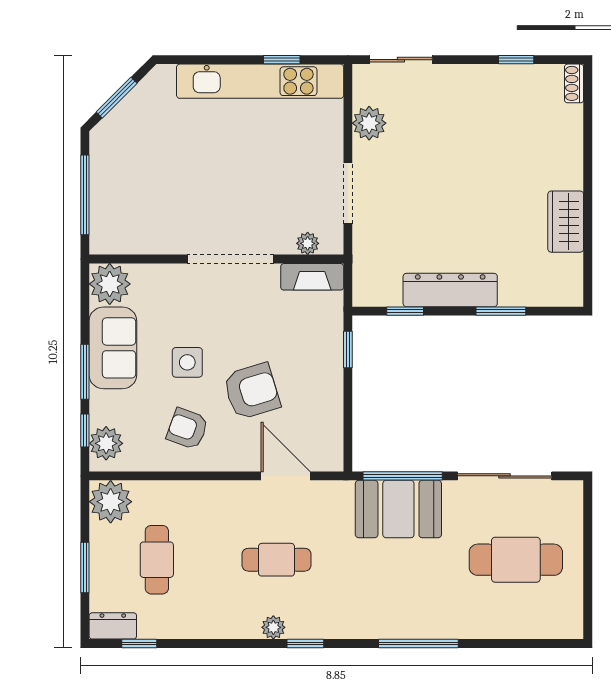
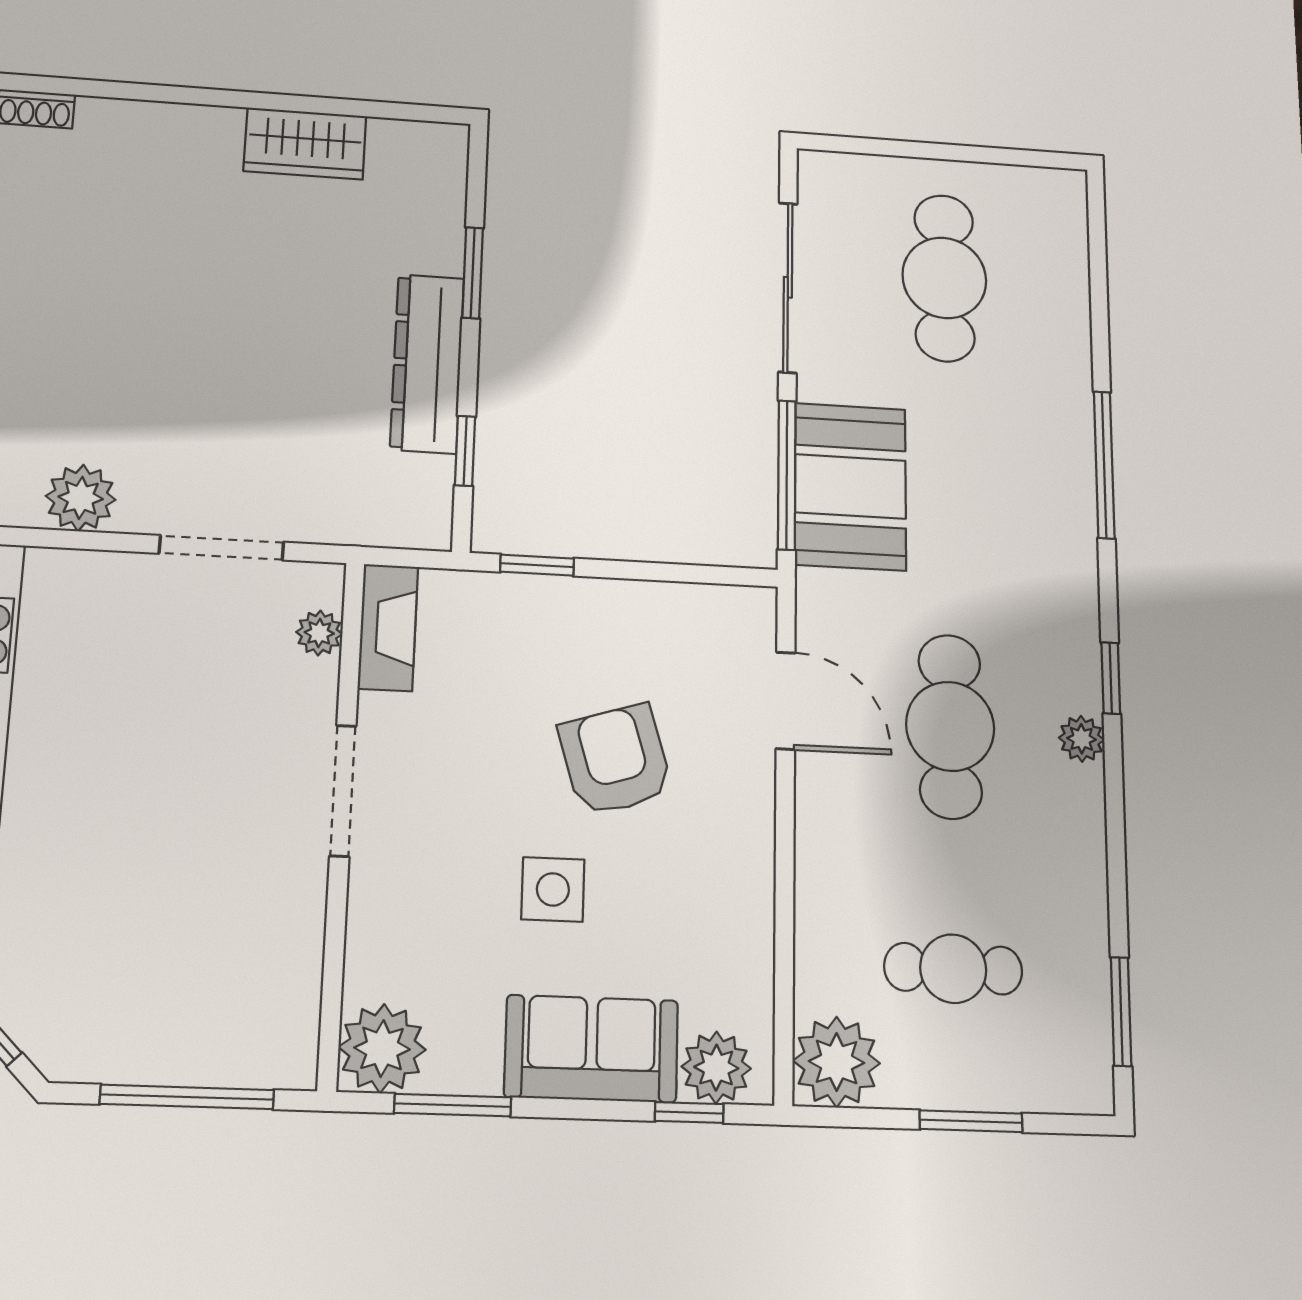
doorway: (231, 259) -> (343, 791), width x0.73
sofa: (113, 348) -> (591, 1049), moved
window: (85, 372) -> (453, 1105), moved
armchair: (187, 429) -> (689, 895), removed
door: (285, 476) -> (786, 701), swing flipped
cafe table: (276, 560) -> (950, 726), width x1.37, depth x1.35
dresser: (113, 626) -> (1088, 1066), removed
window: (139, 644) -> (1121, 1012), width x1.50

